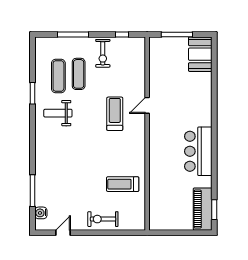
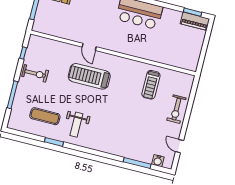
exercise mat: (79, 74) -> (47, 99), removed
treadmill: (115, 114) -> (89, 76), width x1.37, depth x1.38
piano: (203, 209) -> (195, 21), width x0.73, depth x0.75

